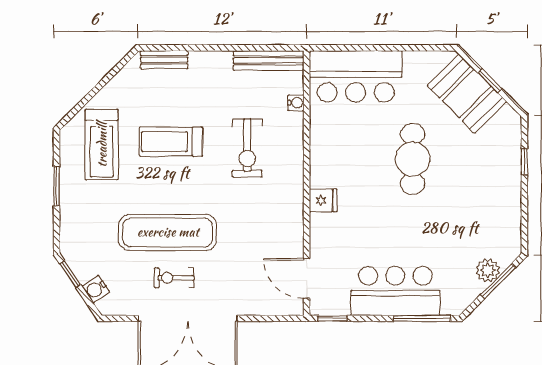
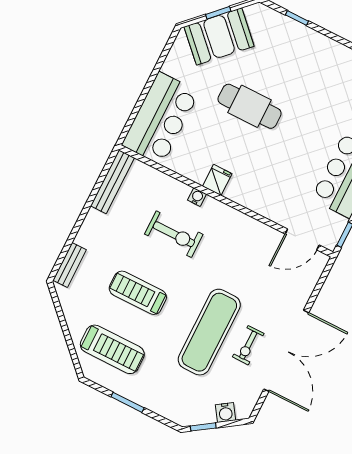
water cooler: (296, 103) -> (197, 197), moved
treadmill: (171, 142) -> (138, 293), turned 90
fridge: (323, 200) -> (217, 180), moved

